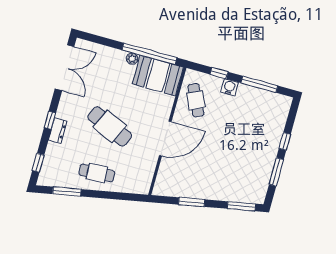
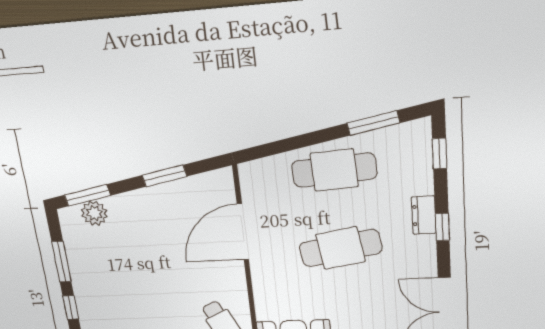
cafe table: (110, 126) -> (340, 248), turned -33
door: (165, 139) -> (243, 232), moved
cafe table: (97, 173) -> (334, 170), width x1.37, depth x1.35
plant: (242, 194) -> (94, 213), added

